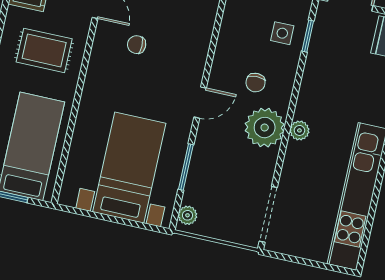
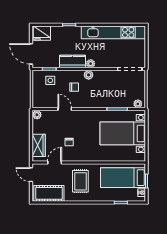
kitchen counter: (313, 91) -> (72, 62), added
door: (200, 103) -> (65, 109), moved
plant: (265, 128) -> (89, 75), width x0.53, depth x0.53

